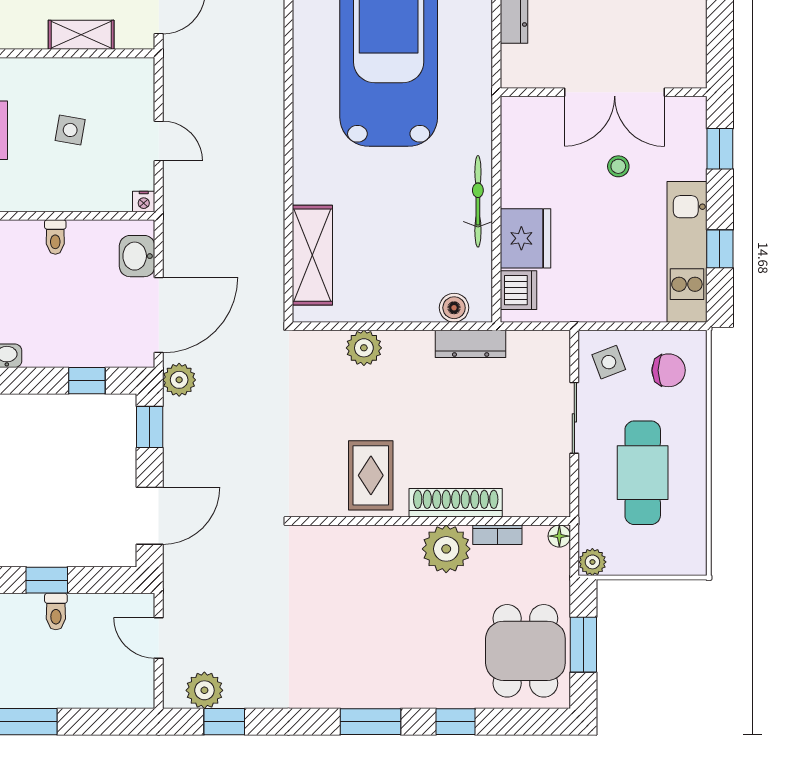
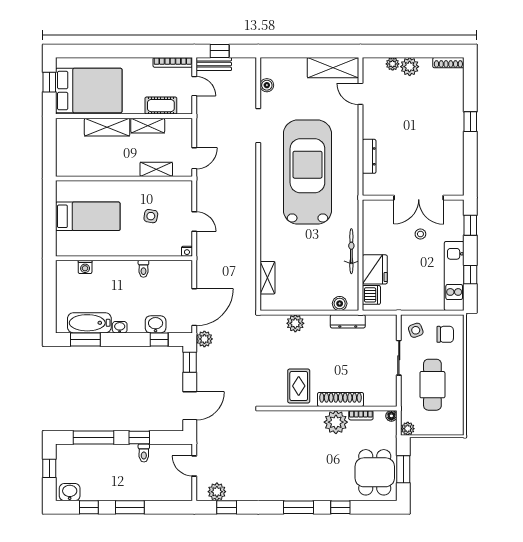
shelving: (312, 255) -> (268, 278), width x0.67, depth x0.75
washbasin: (137, 256) -> (156, 324), moved, turned 90

